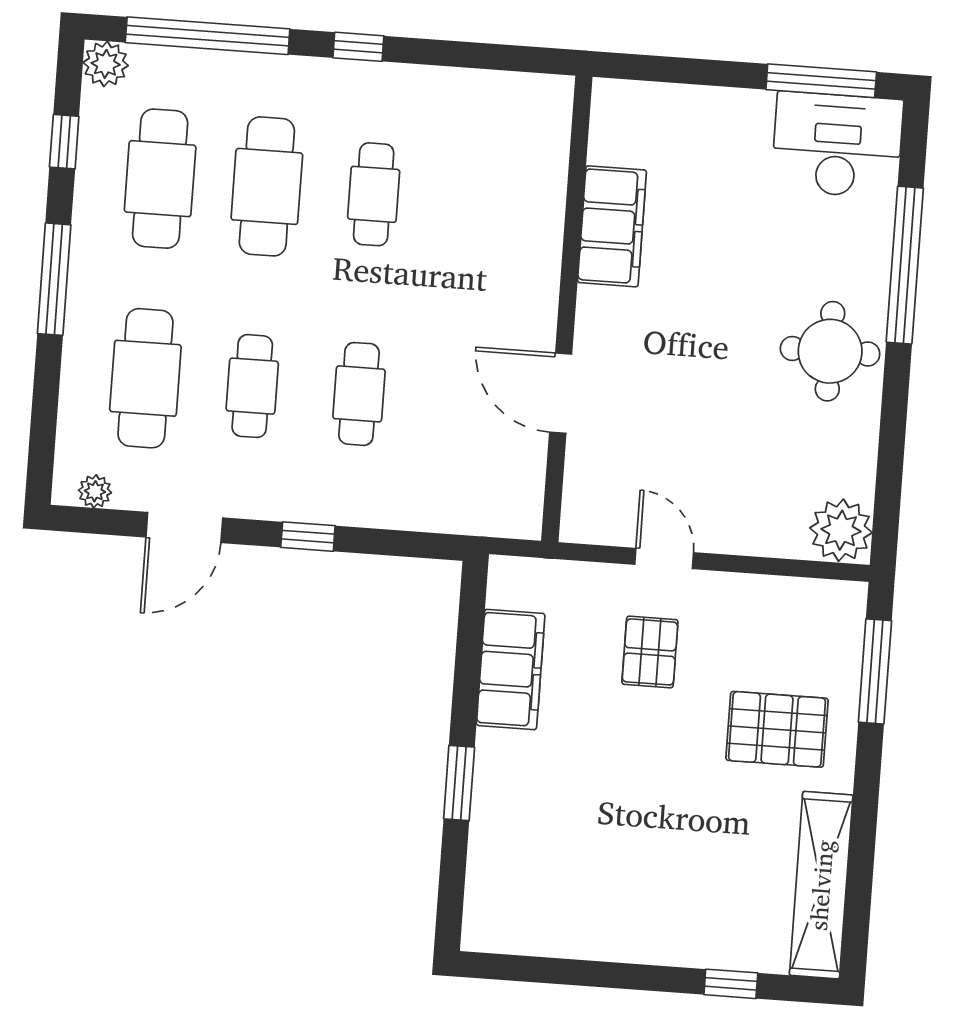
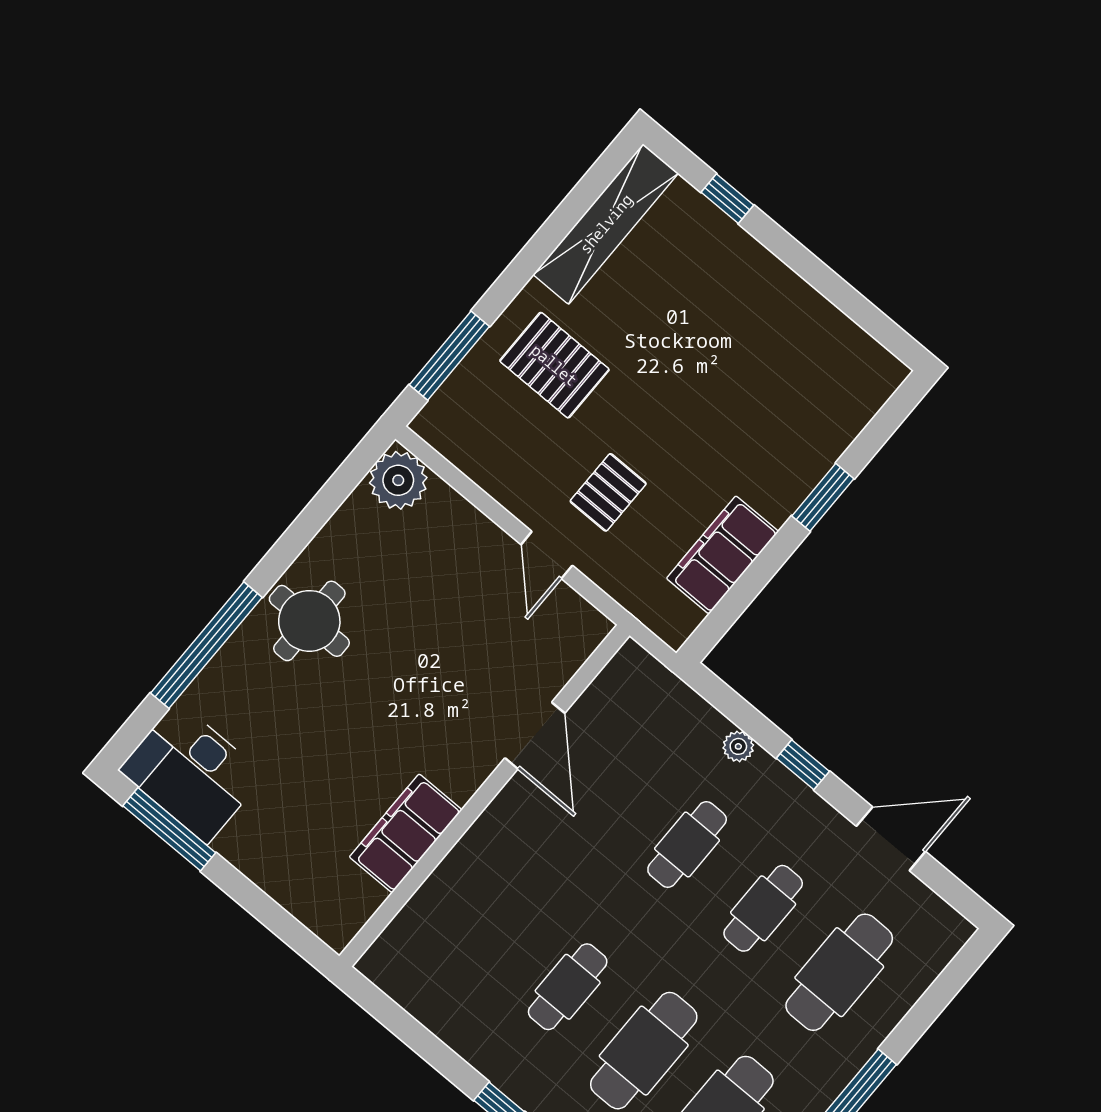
plant: (95, 491) -> (738, 746), moved

